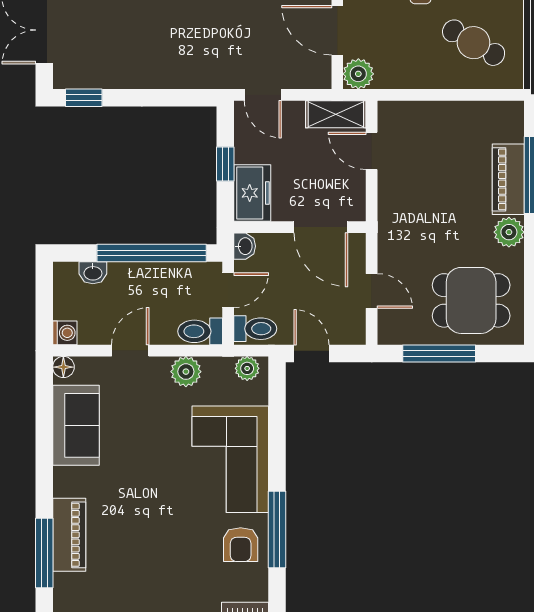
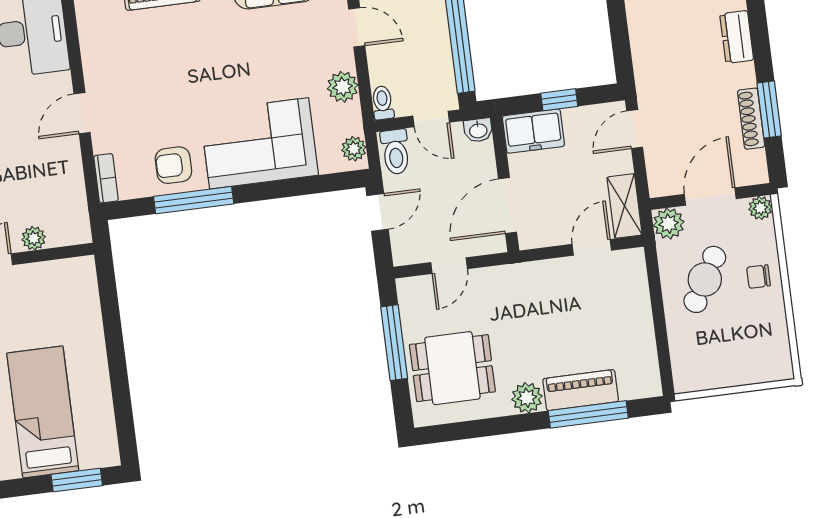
cafe table: (474, 43) -> (705, 279), moved
dining table: (471, 300) -> (452, 368), turned 90
toilet: (200, 331) -> (383, 103), width x0.73, depth x0.72

